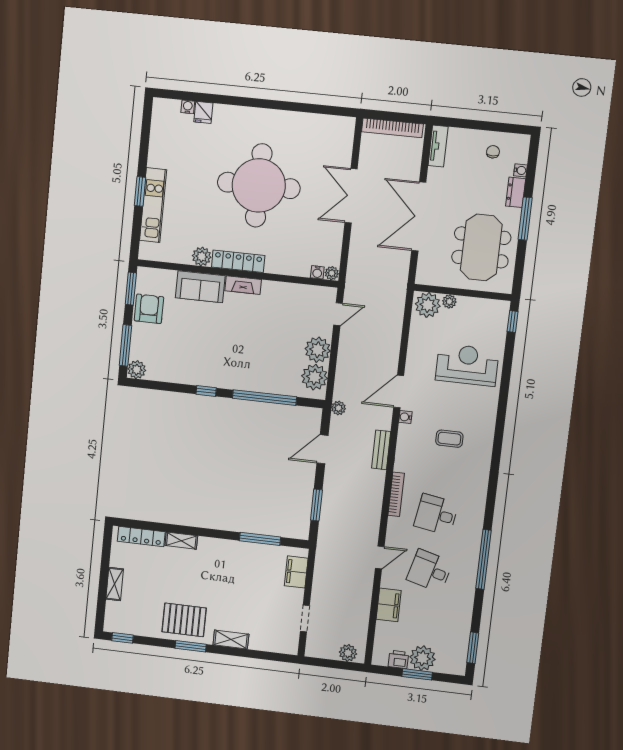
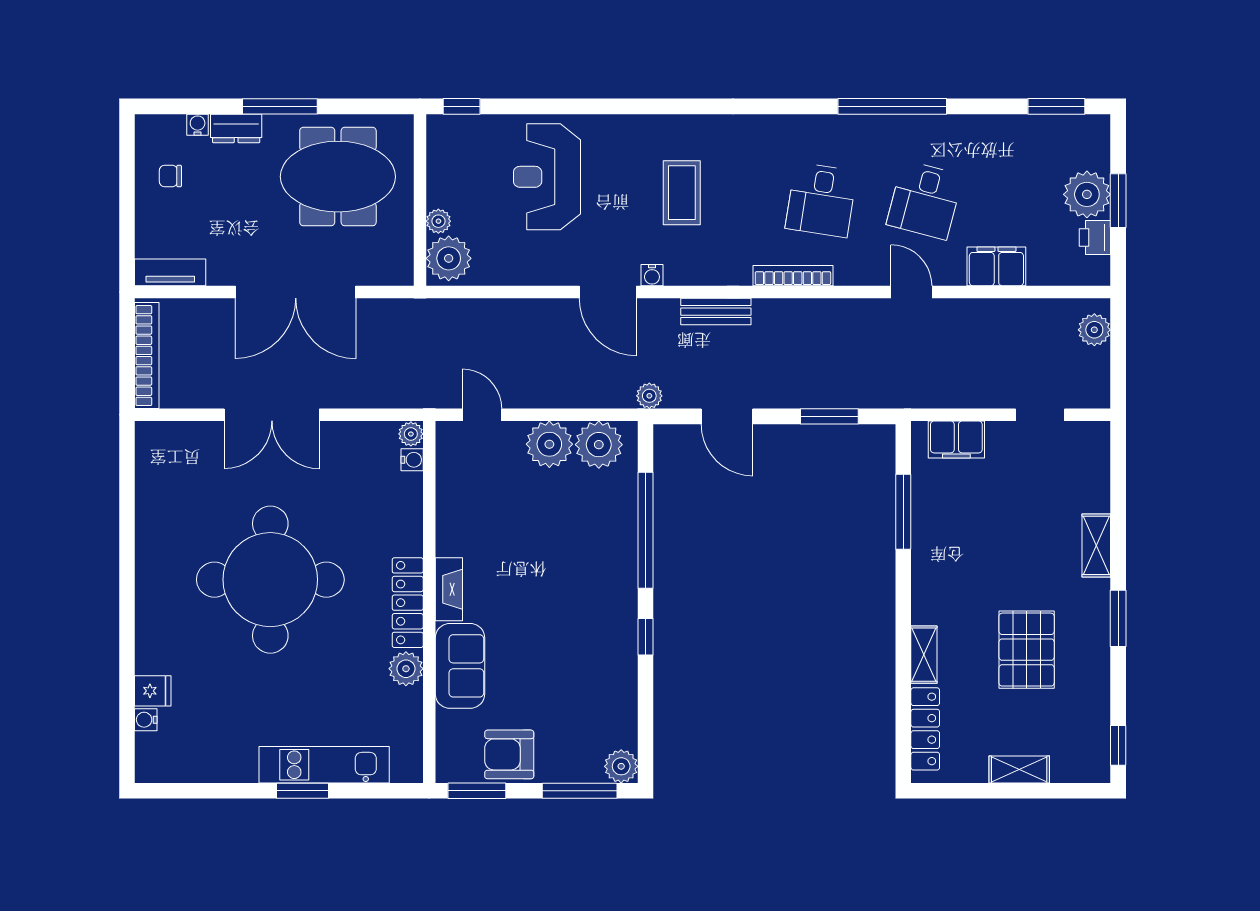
coffee table: (449, 439) -> (682, 193), width x1.36, depth x1.30
pallet: (184, 620) -> (1027, 650), moved

